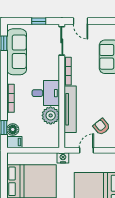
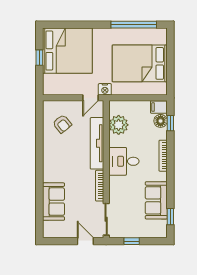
sofa: (17, 52) -> (156, 200), width x0.73
plant: (51, 115) -> (119, 125), moved
door: (86, 150) -> (90, 98), moved

